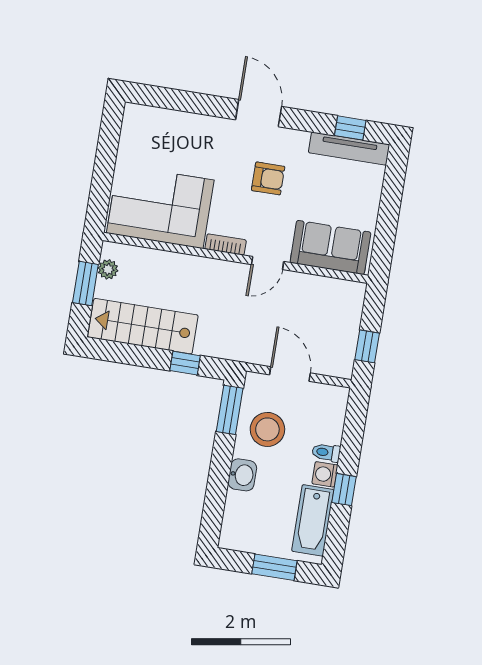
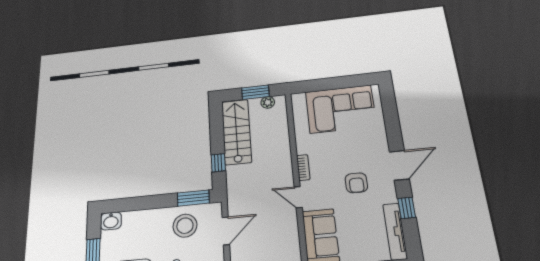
window: (350, 128) -> (407, 208), moved
corner sofa: (160, 207) -> (341, 109), moved, turned 90
washbasin: (242, 475) -> (111, 221), moved

